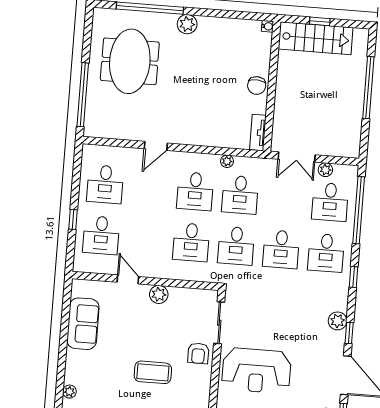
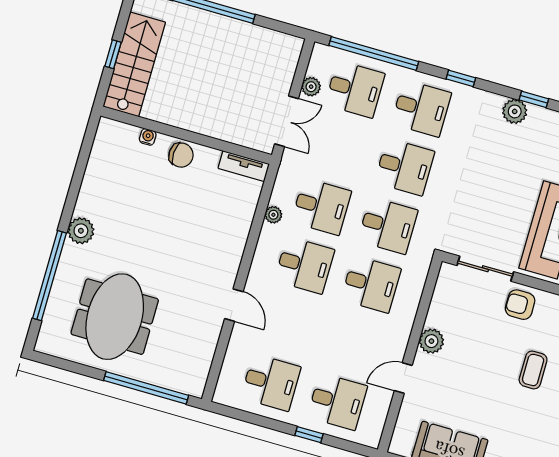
water cooler: (267, 26) -> (148, 137), moved
meeting table: (130, 61) -> (115, 317), turned 90
armchair: (198, 353) -> (520, 305), turned 180
coffee table: (153, 372) -> (533, 370), width x0.73, depth x0.77

